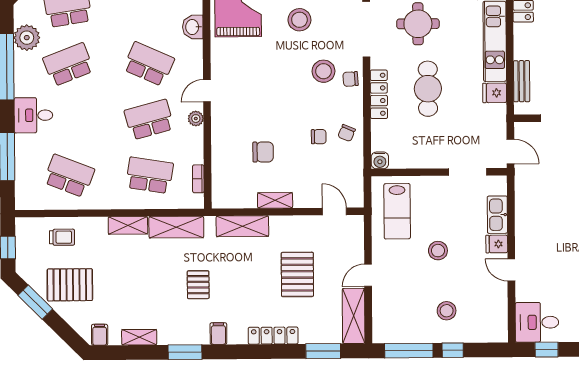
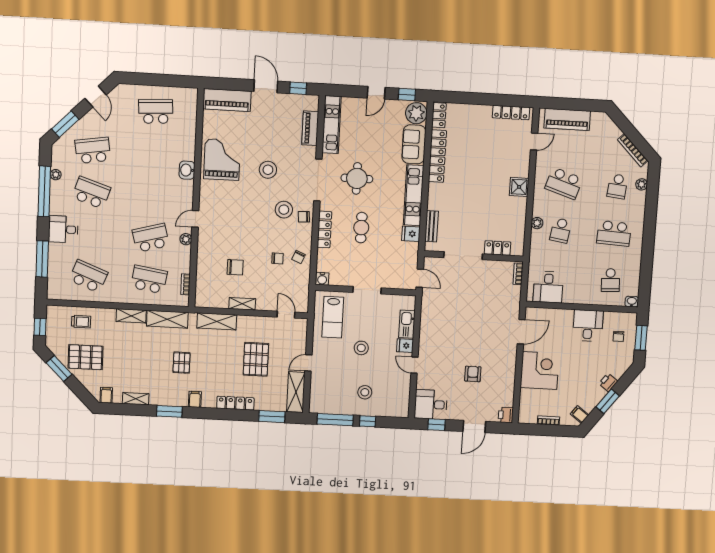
plant: (27, 38) -> (56, 175), width x0.53, depth x0.53
school desk: (149, 64) -> (152, 196), removed
school desk: (68, 65) -> (91, 193), turned 39
cafe table: (428, 89) -> (361, 228), width x0.73, depth x0.74
doorway: (467, 172) -> (367, 290), moved

